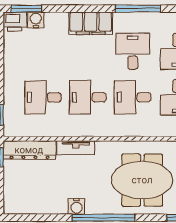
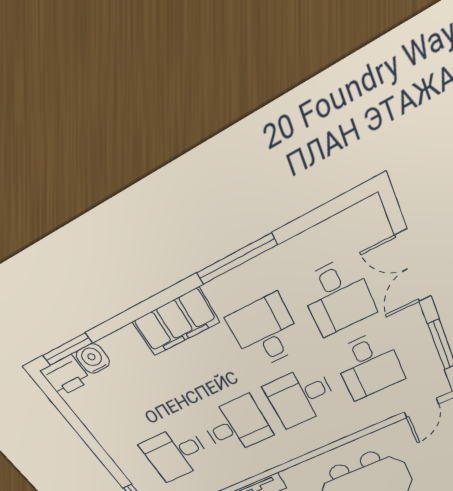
desk: (88, 97) -> (236, 426), turned 180

